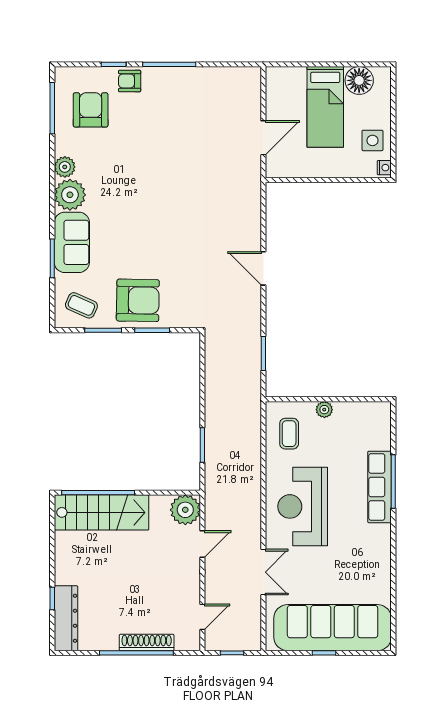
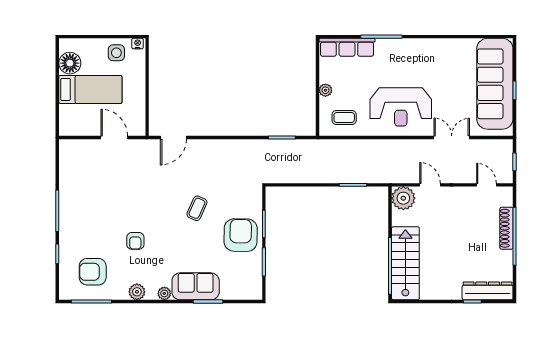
armchair: (130, 81) -> (135, 241), moved
plant: (70, 195) -> (164, 293), width x0.53, depth x0.53
door: (263, 268) -> (173, 138), moved
coffee table: (81, 305) -> (197, 208), moved
row of seats: (380, 487) -> (347, 47), moved

